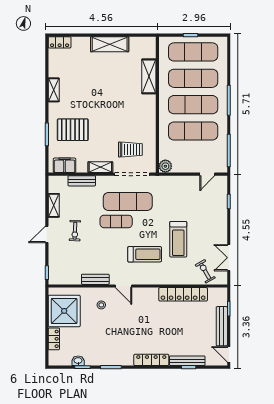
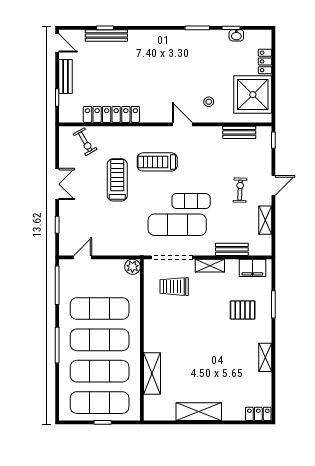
pallet: (73, 130) -> (243, 310), width x0.67, depth x0.71
double door: (229, 258) -> (57, 184), moved
bench: (95, 279) -> (239, 132), moved
bench: (222, 326) -> (65, 76), width x0.73
locker: (151, 360) -> (149, 36), removed

